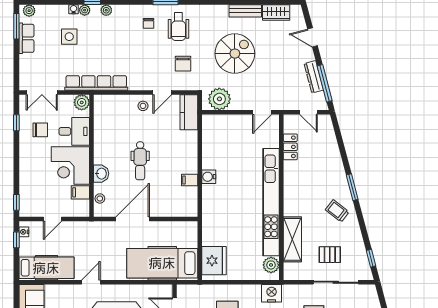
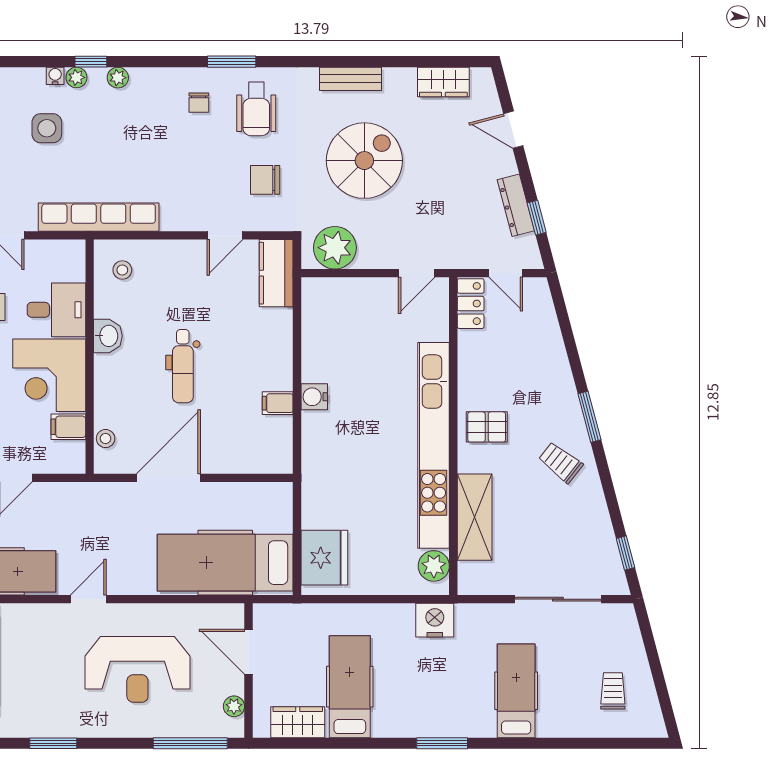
bench: (245, 11) -> (351, 79), moved
chair: (183, 64) -> (265, 180), turned 90
window: (325, 83) -> (537, 218), width x0.46
plant: (82, 102) -> (71, 254), removed
stool: (143, 106) -> (122, 270), moved
locker: (290, 147) -> (471, 304), moved
washbasin: (101, 174) -> (108, 336), moved
pallet: (330, 255) -> (487, 427), moved

